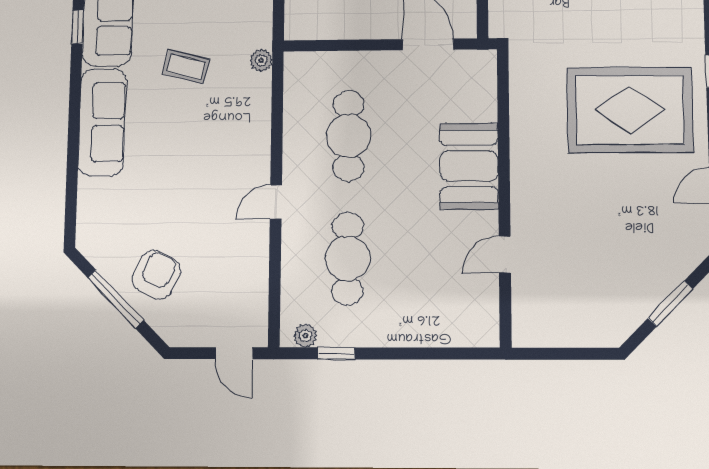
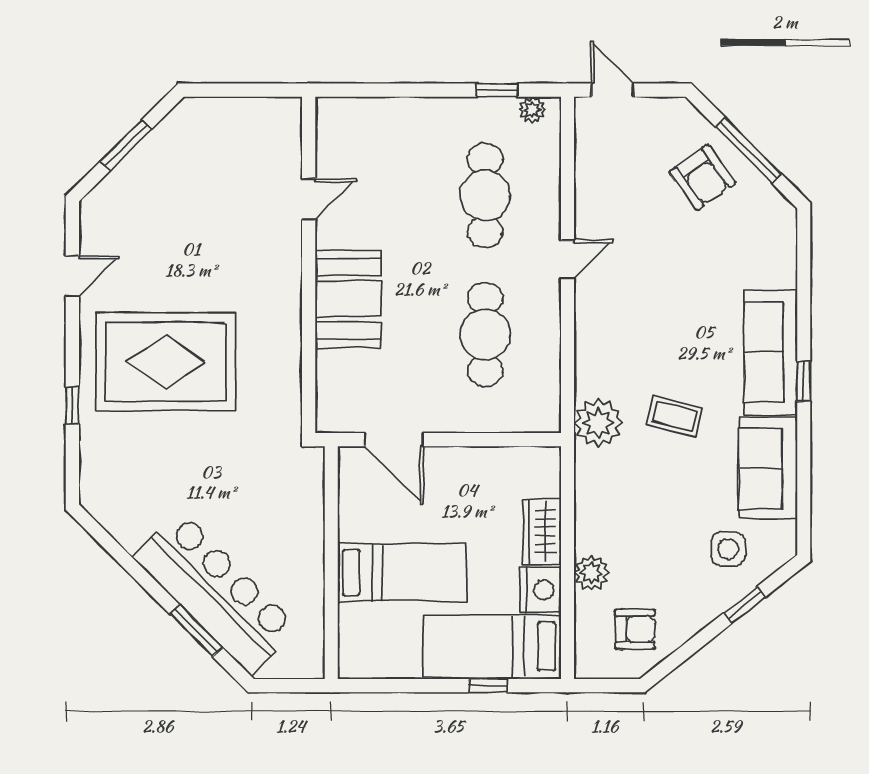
window: (77, 27) -> (804, 381), moved
plant: (261, 60) -> (598, 423), width x1.88, depth x1.88
armchair: (156, 275) -> (702, 177), turned -62

